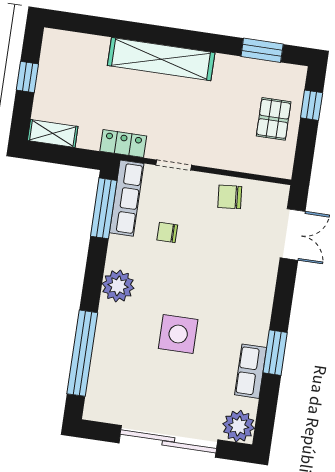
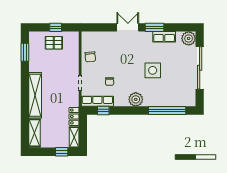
shelving: (76, 45) -> (35, 133), added
window: (27, 77) -> (62, 152), moved
window: (312, 105) -> (56, 27), moved
locker: (123, 144) -> (74, 116), moved
window: (104, 208) -> (103, 110), width x0.46
double door: (293, 235) -> (128, 27), moved

